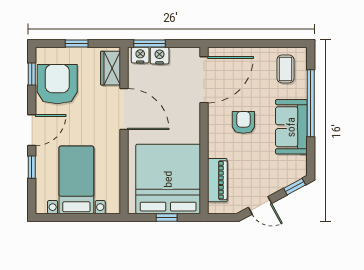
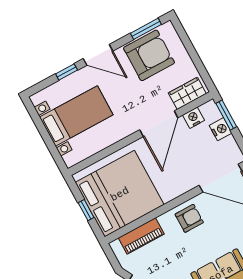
window: (77, 43) -> (193, 53), removed
nightstand: (140, 55) -> (194, 118), moved, turned -90
window: (32, 74) -> (146, 29), width x1.50
armchair: (243, 122) -> (189, 218), moved

